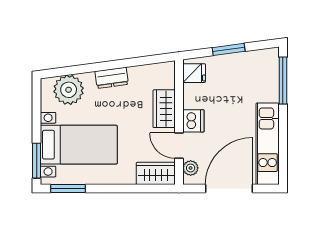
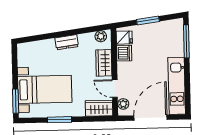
plant: (69, 90) -> (101, 36), moved, width x0.53, depth x0.53
dishwasher: (193, 121) -> (124, 53), moved
window: (68, 188) -> (59, 120), moved

